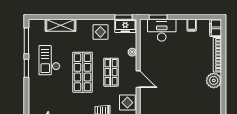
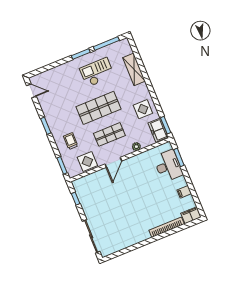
plant: (214, 80) -> (141, 234), removed

